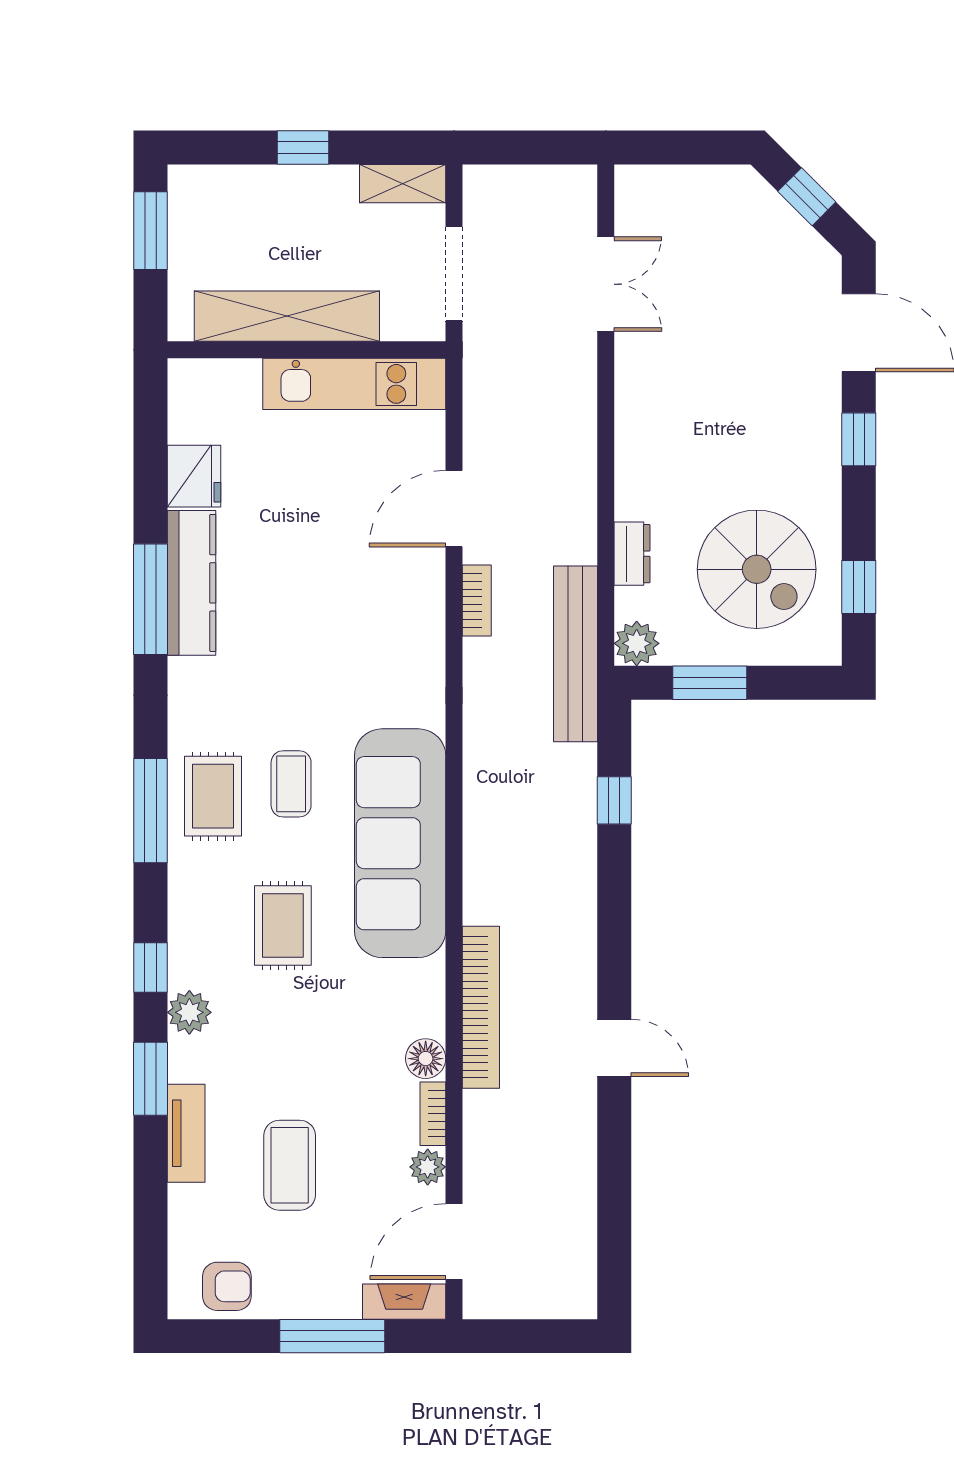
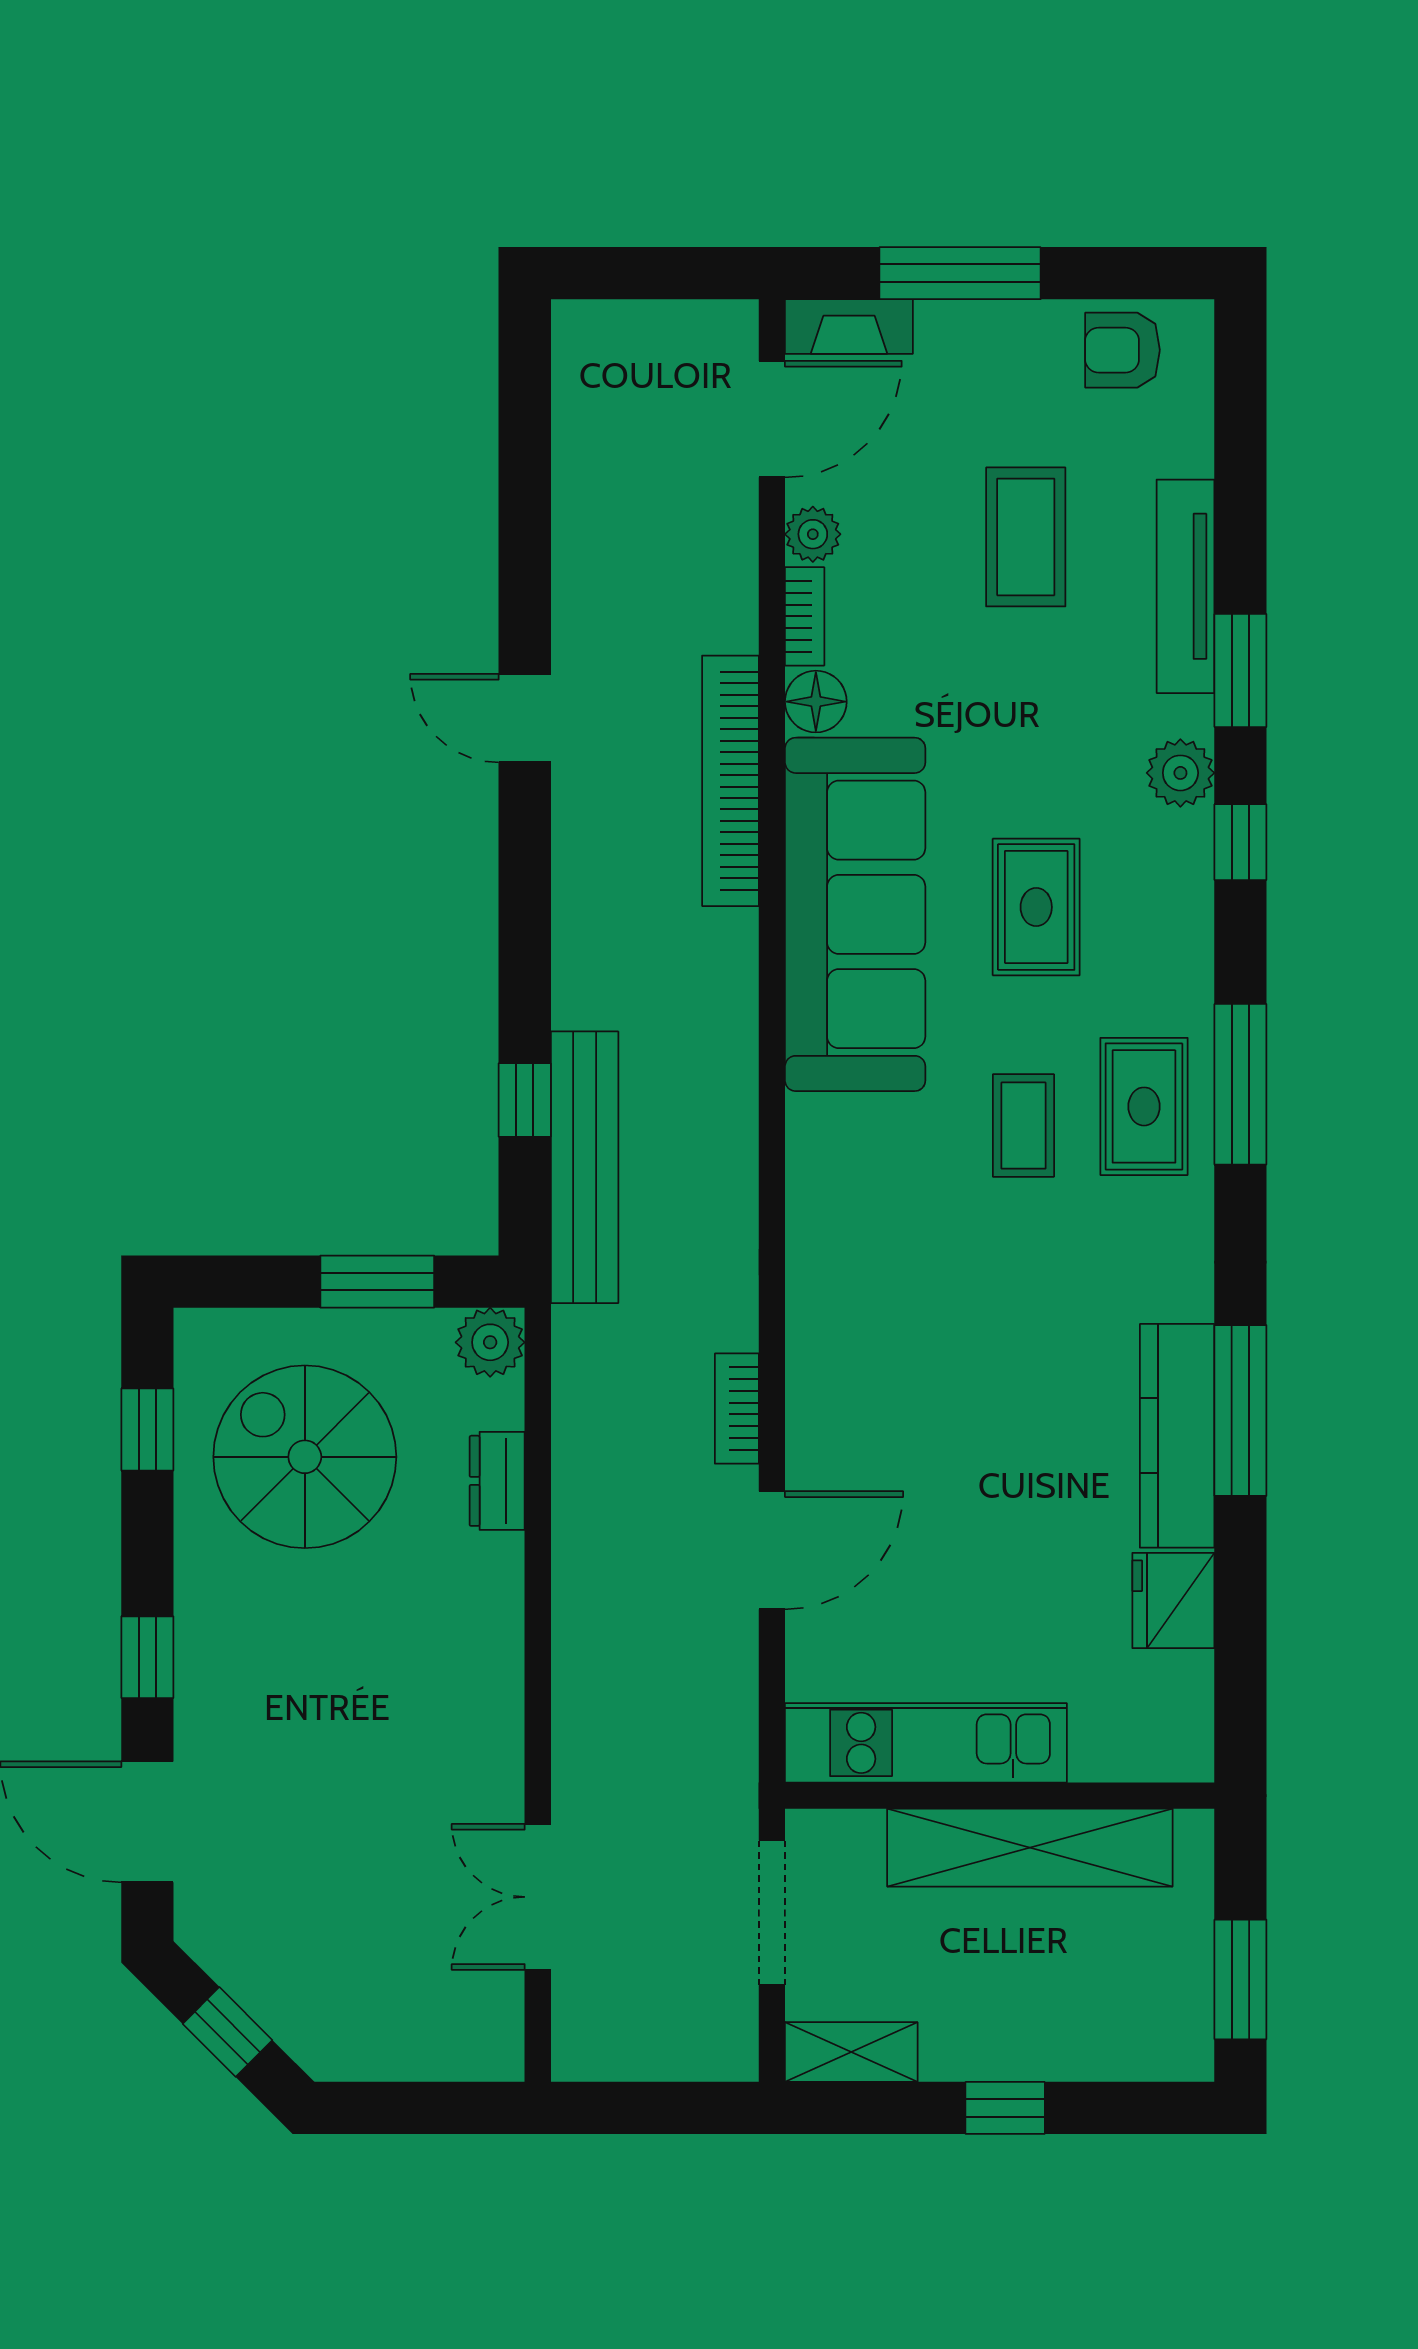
bench: (575, 654) -> (585, 1167), moved
sofa: (400, 843) -> (855, 914), moved
tv unit: (186, 1133) -> (1185, 586), width x1.41

